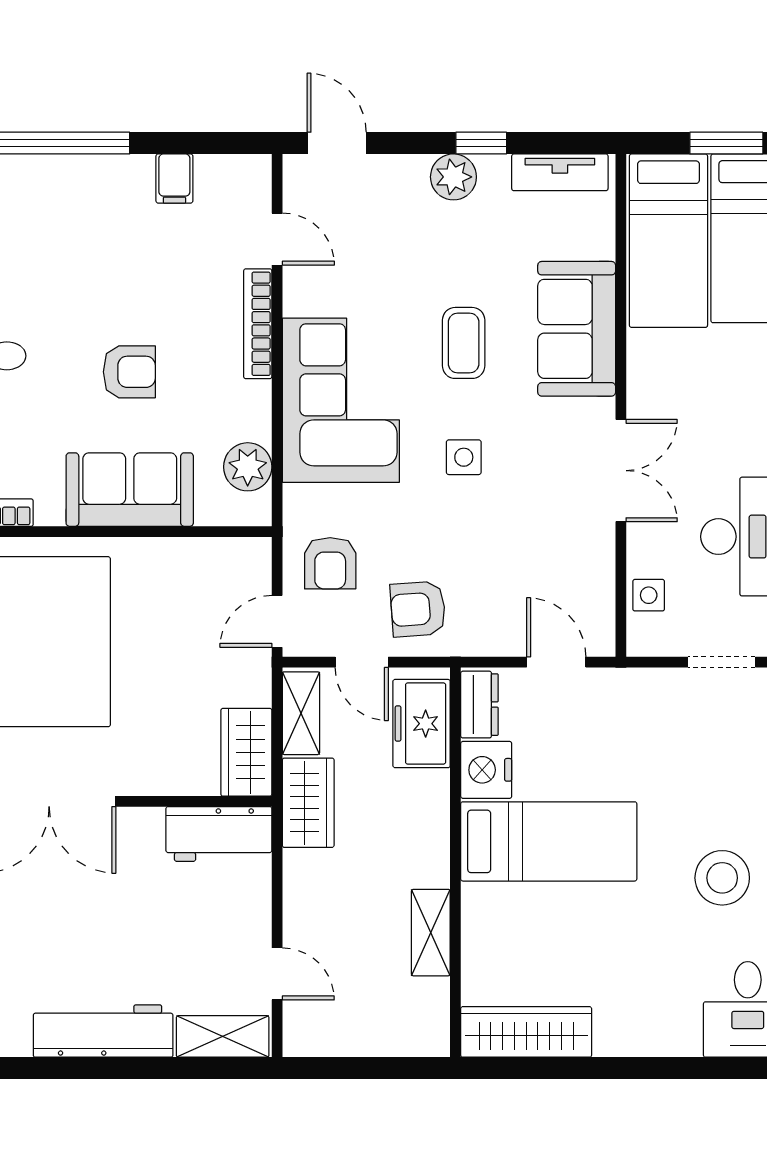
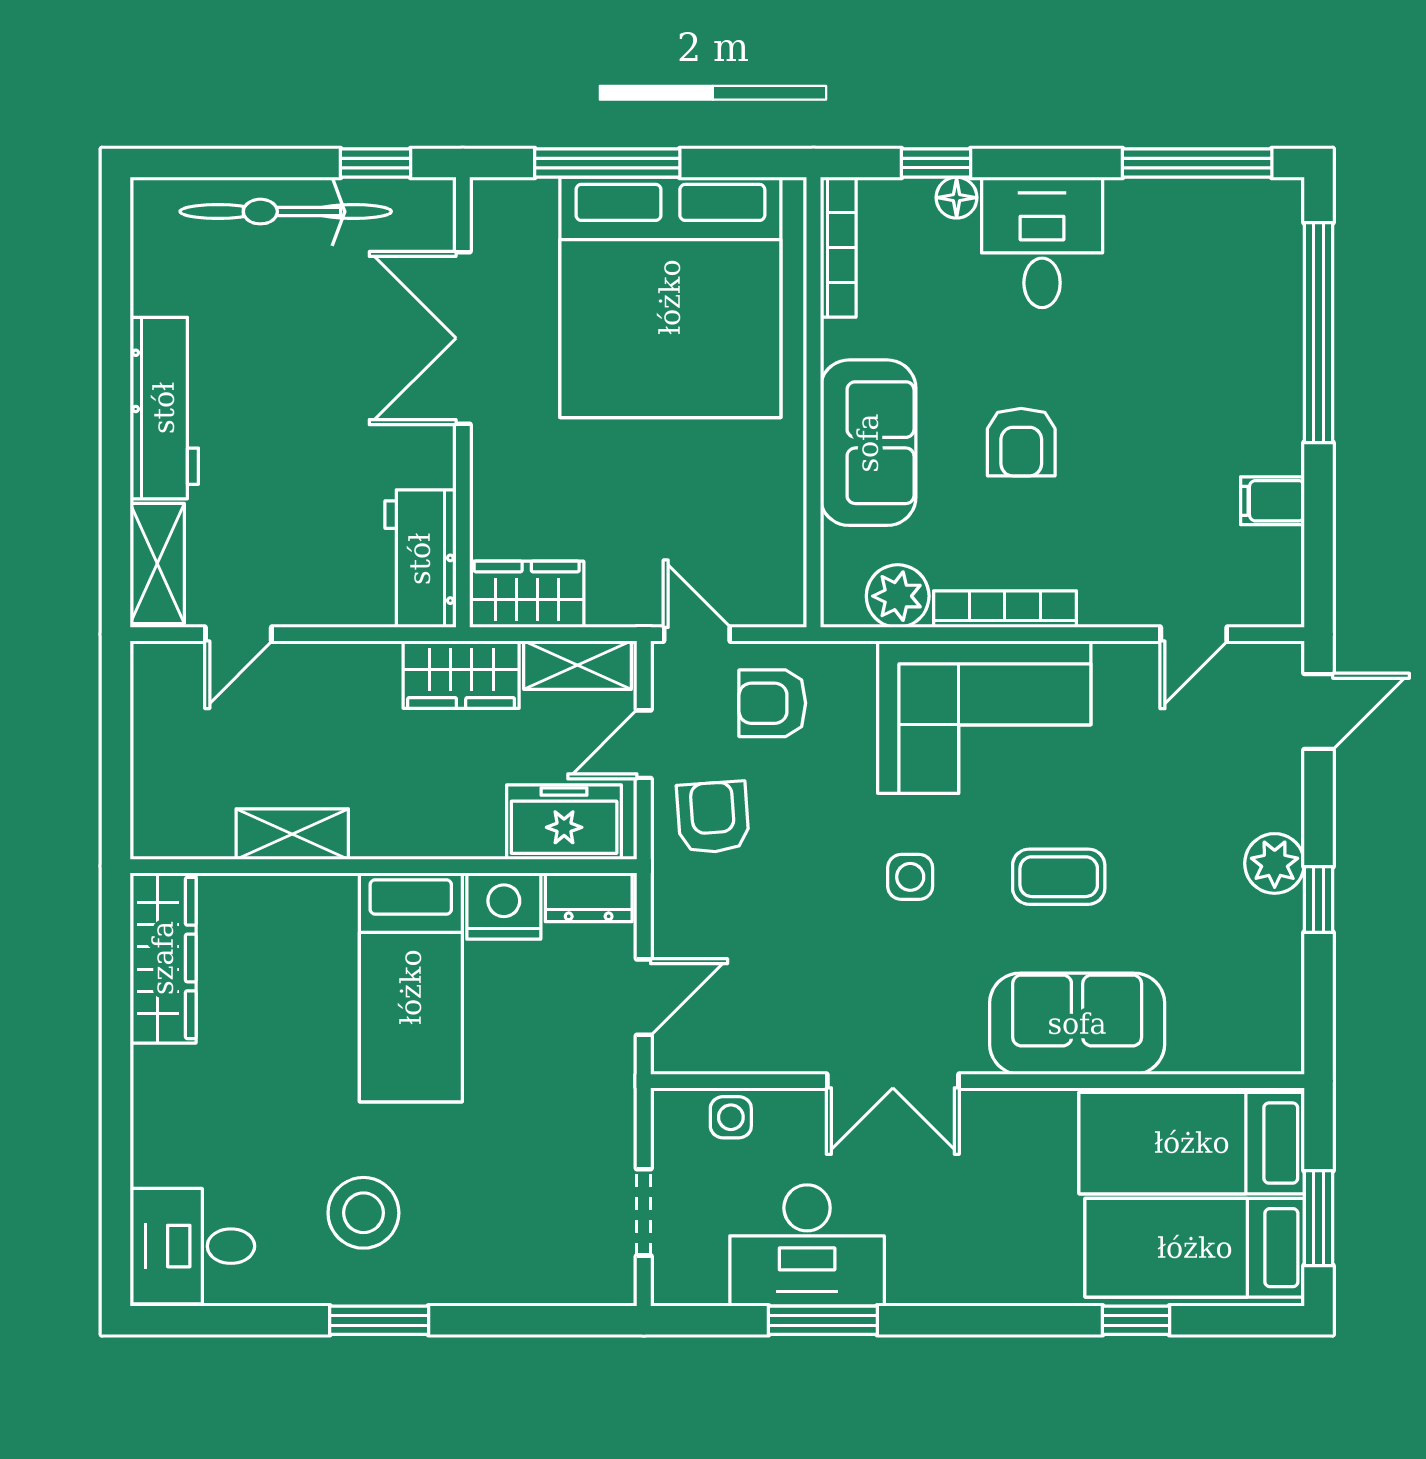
tv unit: (560, 172) -> (1281, 1002), removed
bookcase: (258, 324) -> (1005, 609), moved

